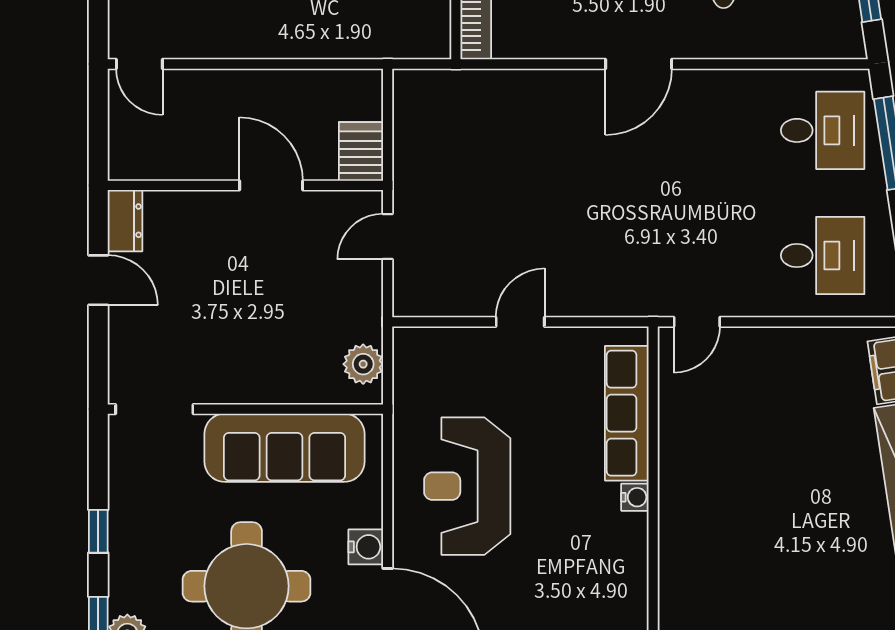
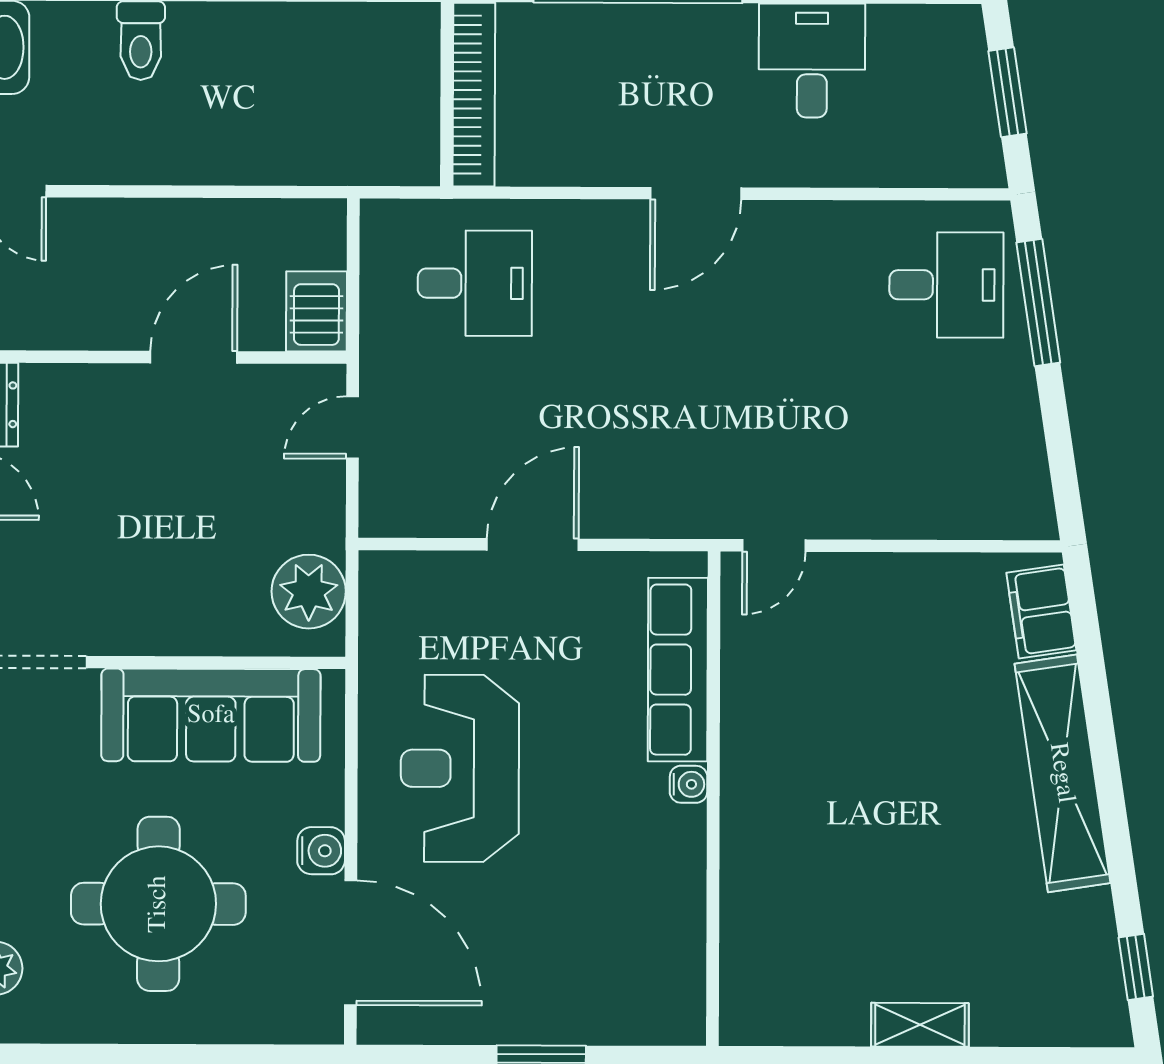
door: (271, 185) -> (194, 357), hinge flipped
desk: (823, 255) -> (475, 283), moved
door: (520, 322) -> (533, 545), width x1.38
plant: (363, 364) -> (309, 592), width x1.36, depth x1.36

